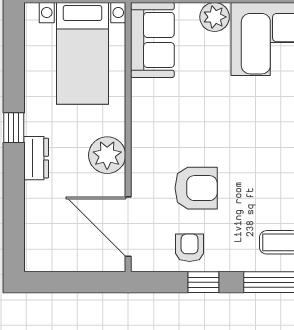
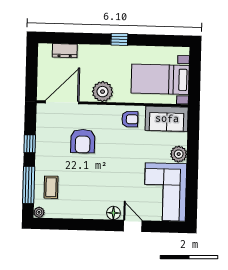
dresser: (36, 158) -> (65, 51), moved
armchair: (190, 248) -> (130, 119), moved

